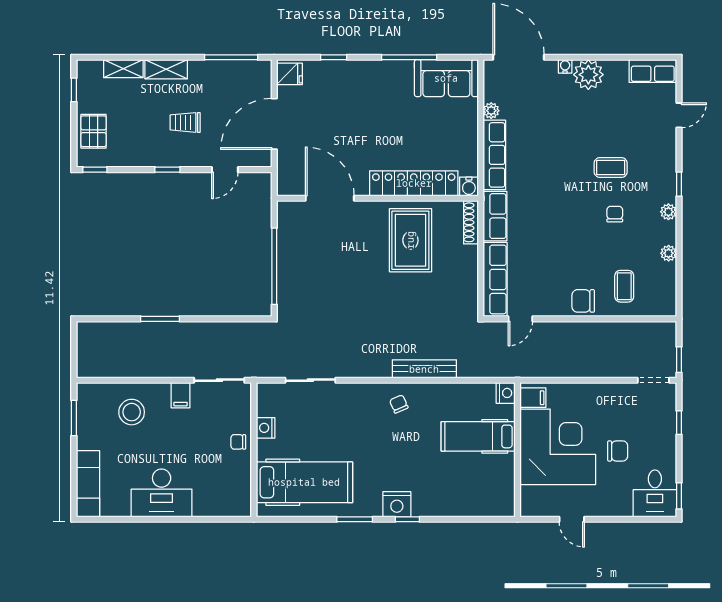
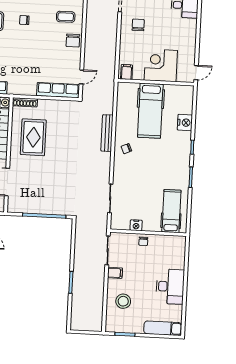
row of seats: (495, 216) -> (22, 88), removed
rug: (410, 240) -> (33, 137), turned 90
door: (520, 319) -> (81, 77), hinge flipped
nightstand: (506, 393) -> (123, 87), removed
hospital bed: (478, 436) -> (150, 111), width x1.37, depth x1.29
corner desk: (558, 447) -> (161, 65), width x0.74, depth x0.74
chair: (618, 451) -> (138, 25), moved
hospital bed: (304, 482) -> (171, 211), width x0.73, depth x0.78
nightstand: (397, 504) -> (185, 123), moved
door: (572, 519) -> (196, 73), moved

